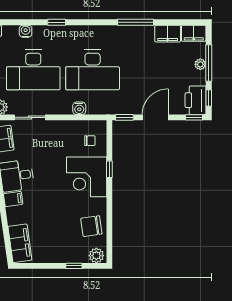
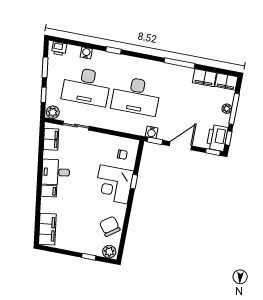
water cooler: (79, 108) -> (152, 132), moved
chair: (91, 226) -> (110, 226), turned 62

